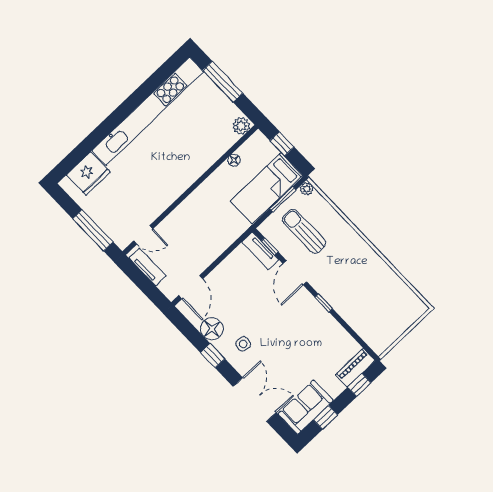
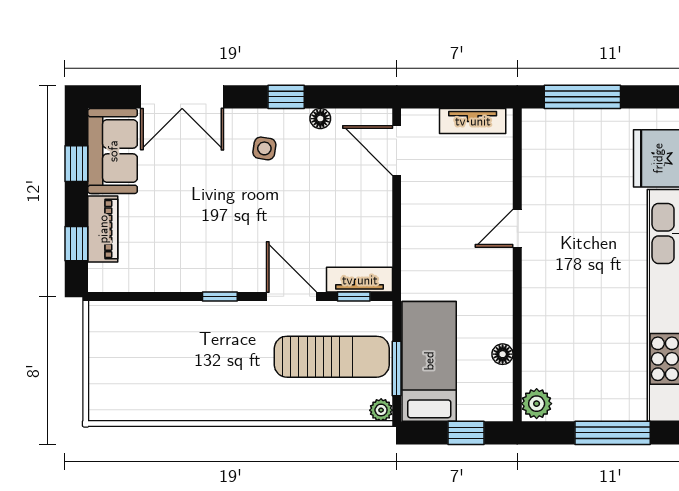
sun lounger: (304, 231) -> (332, 357), width x1.36, depth x1.34
door: (143, 235) -> (517, 228), moved
floor lamp: (212, 329) -> (320, 119), width x0.53, depth x0.53
piano: (355, 368) -> (103, 229), moved

